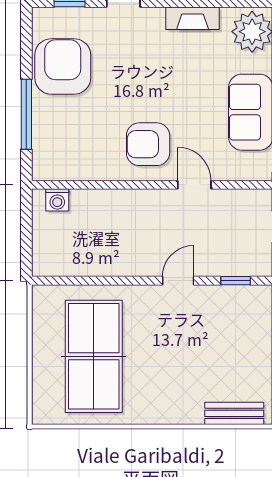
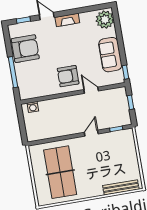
fireplace: (193, 18) -> (67, 20), moved
armchair: (63, 66) -> (25, 49), turned 90
bench: (234, 413) -> (121, 187), width x1.36

